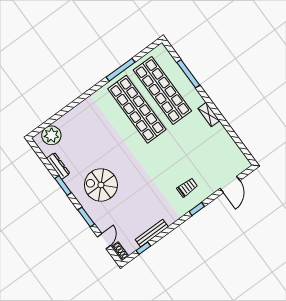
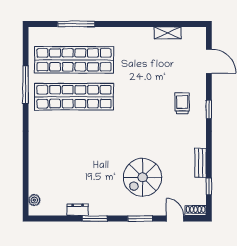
shelving: (209, 115) -> (168, 33), moved
plant: (51, 135) -> (34, 200), width x0.53, depth x0.53
dresser: (58, 166) -> (78, 210), width x0.70
spiral stairs: (101, 185) -> (143, 177), moved
bench: (152, 233) -> (201, 163), width x0.73

